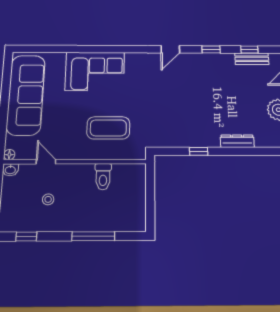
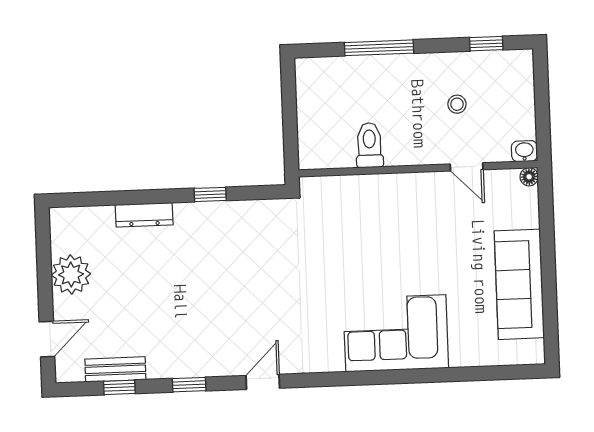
sofa: (26, 95) -> (519, 284), width x0.74, depth x0.79
coffee table: (108, 128) -> (366, 230), removed

